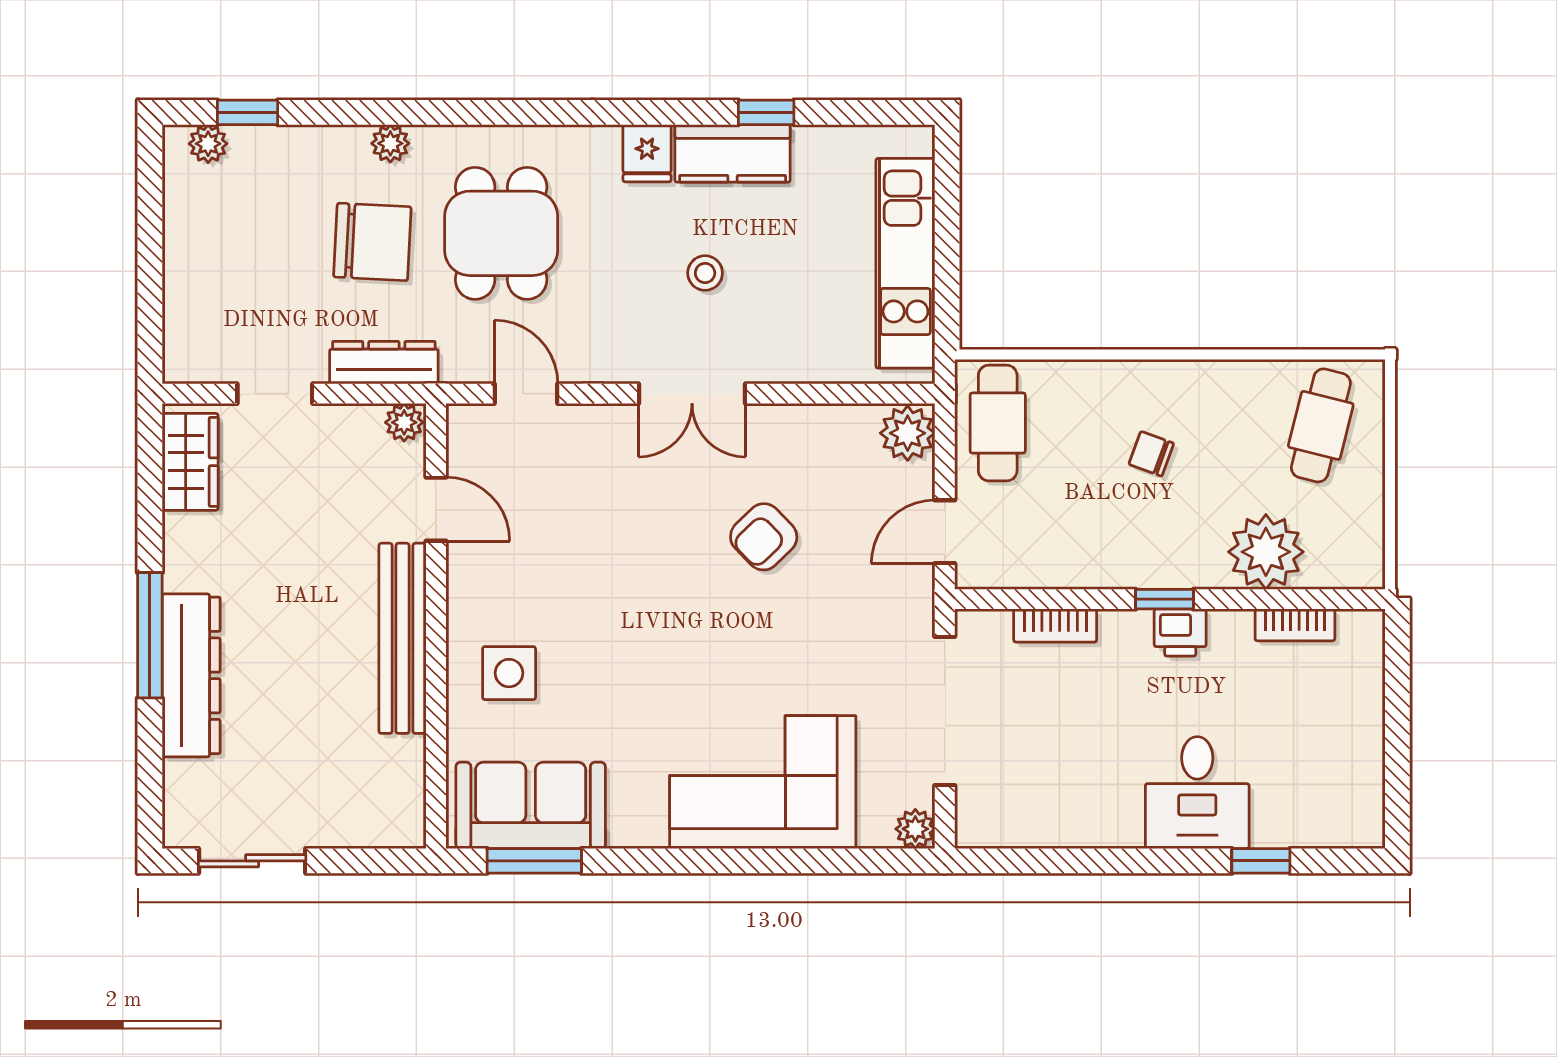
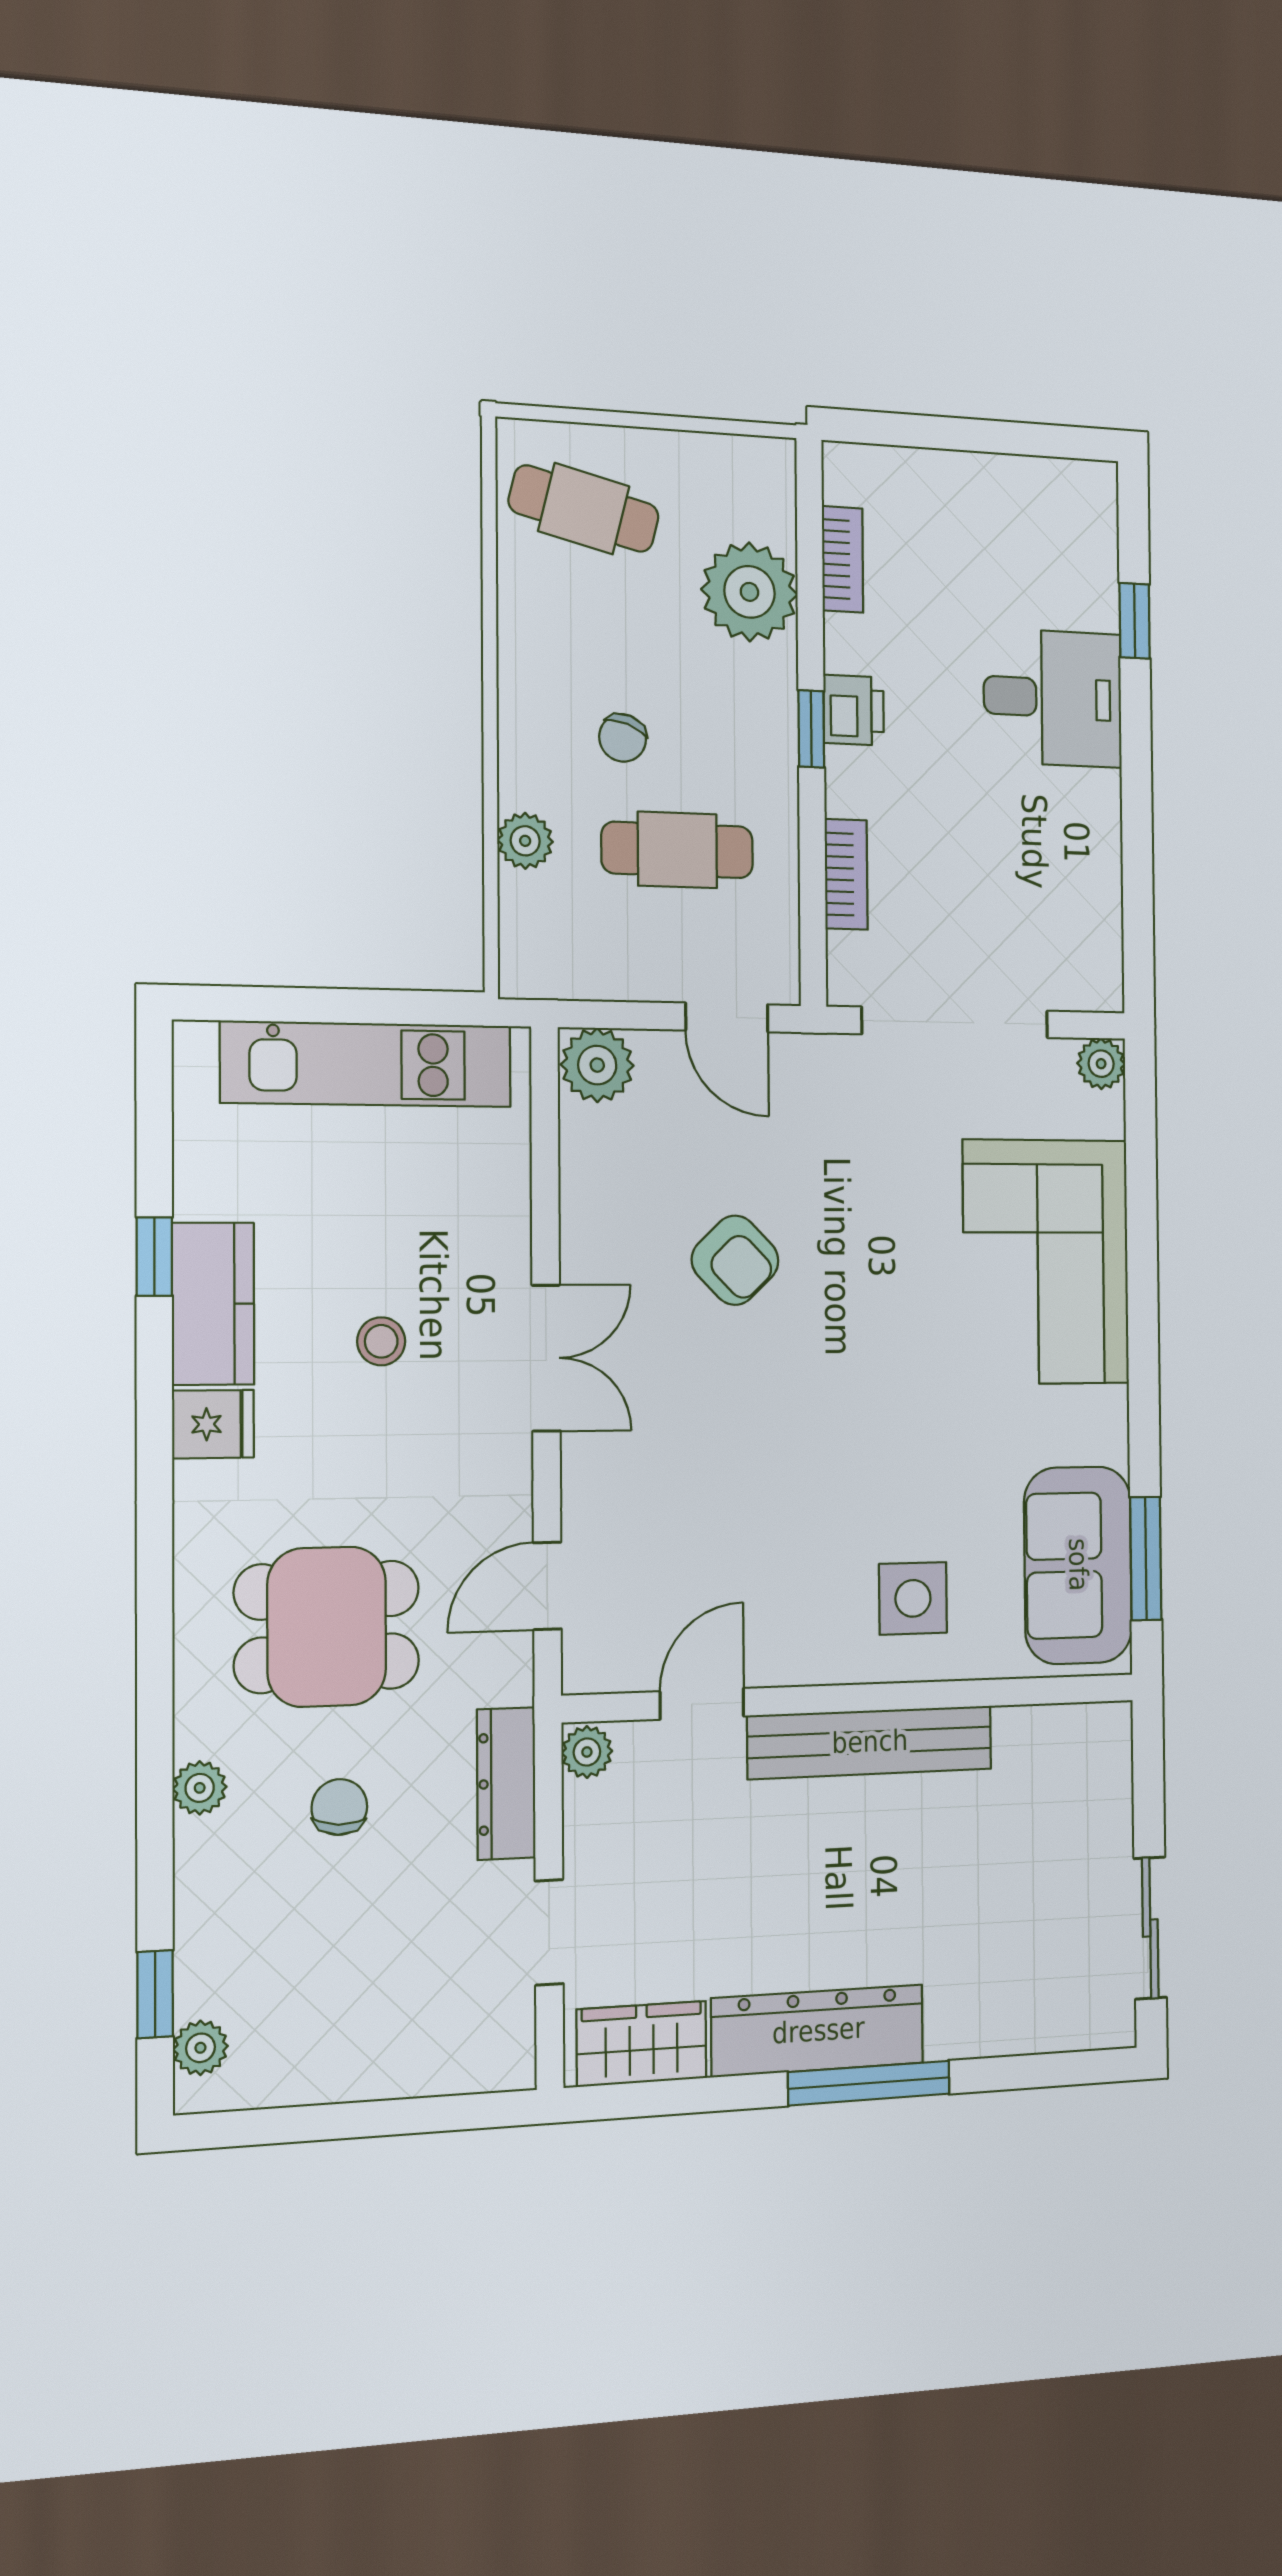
chair: (372, 242) -> (339, 1807), width x0.54, depth x0.54
plant: (1072, 380) -> (525, 841), added
cafe table: (998, 423) -> (677, 850), moved
dresser: (191, 675) -> (818, 2031), moved

